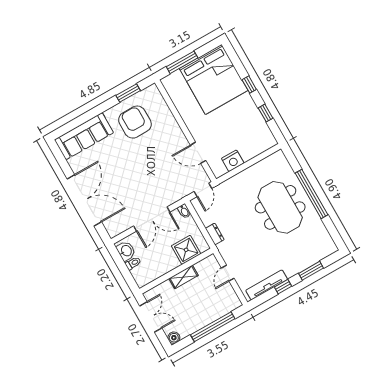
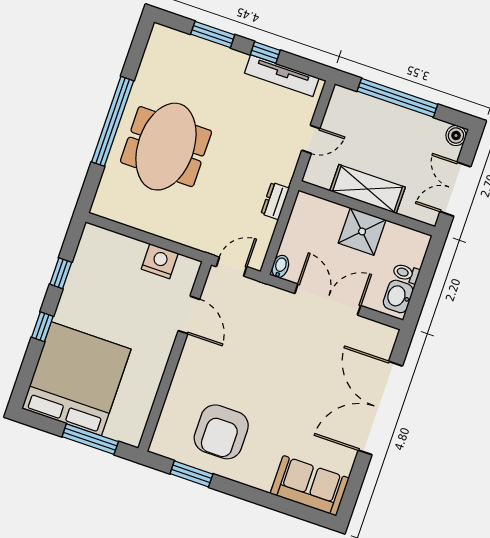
sofa: (84, 136) -> (310, 486), width x0.73
shower: (186, 250) -> (362, 231), moved
shelving: (183, 277) -> (367, 189), width x1.50, depth x1.33

